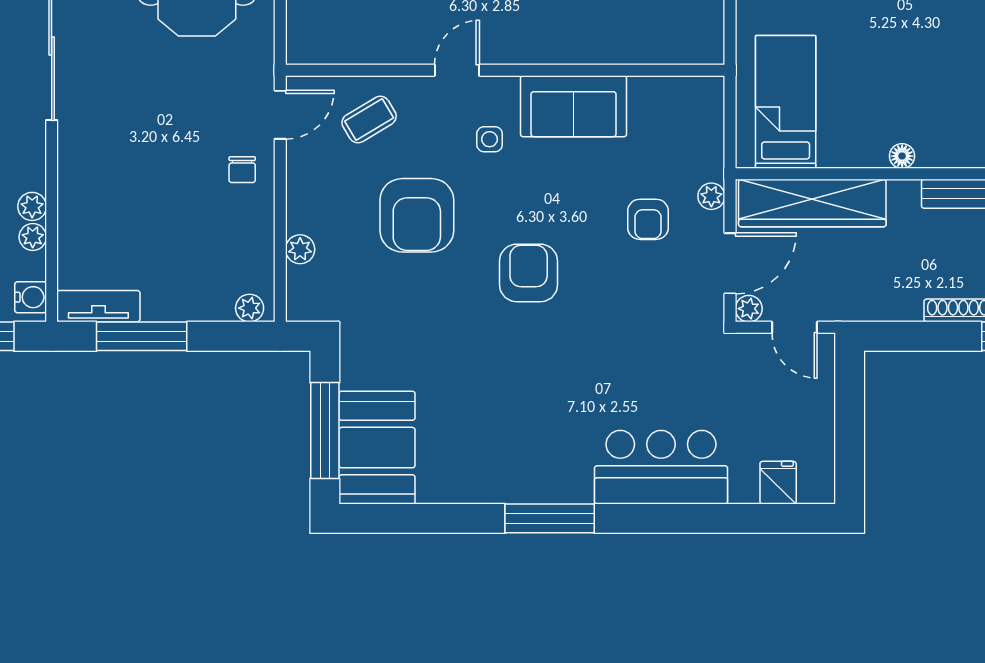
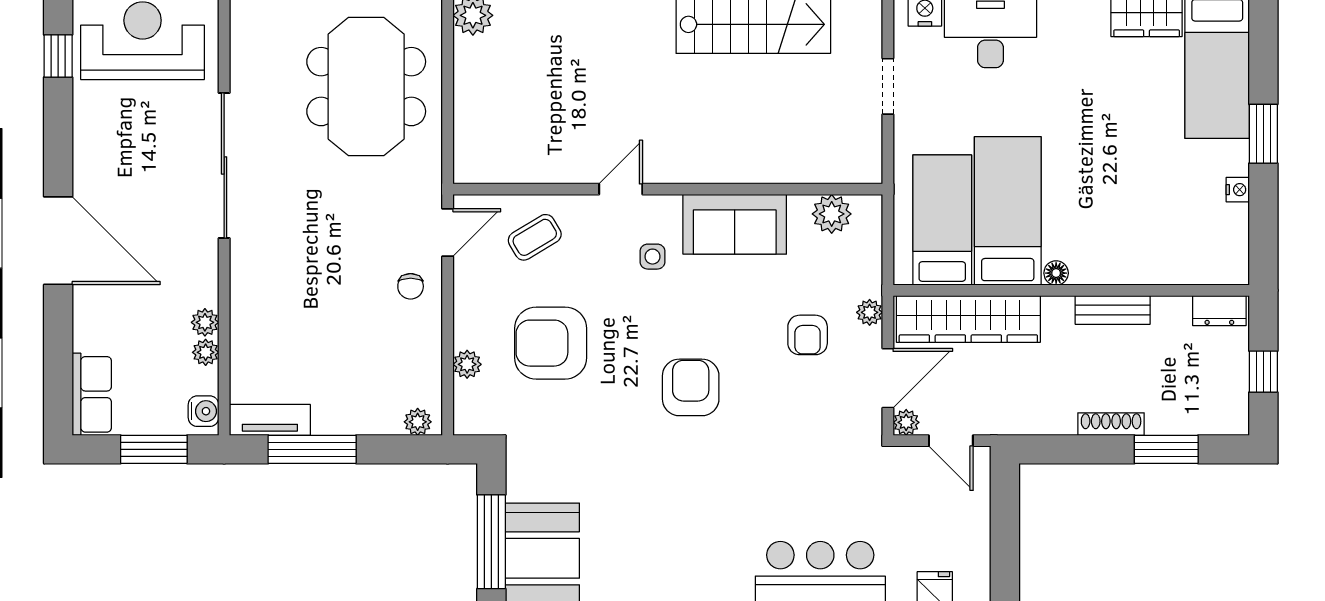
bed: (853, 93) -> (1008, 211), added
plant: (673, 96) -> (832, 214), added
armchair: (417, 215) -> (551, 343), moved, turned 90

